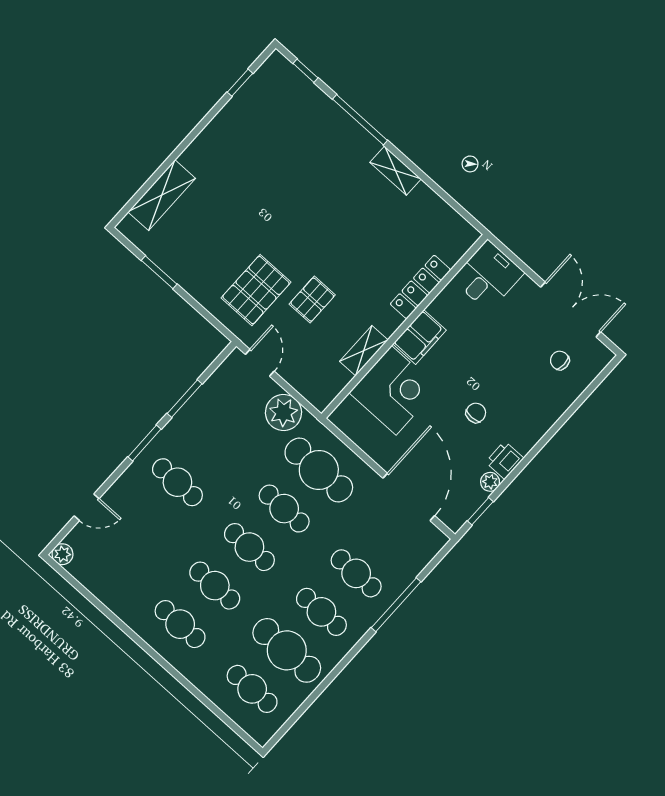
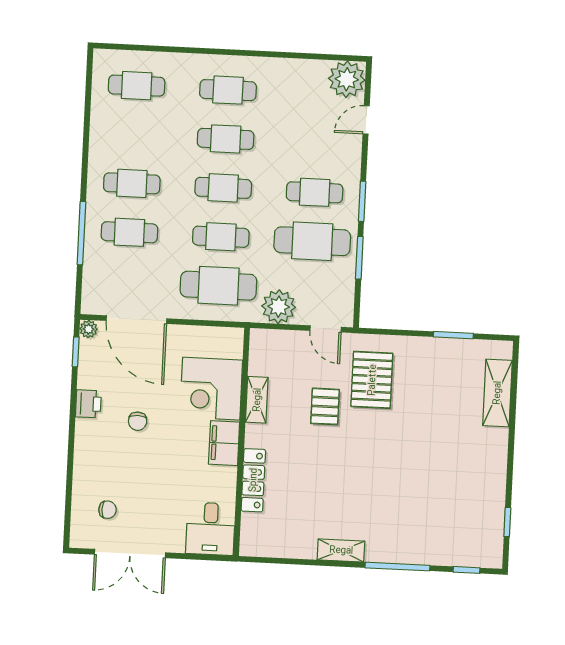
plant: (490, 482) -> (89, 329), moved
plant: (62, 554) -> (347, 79), width x1.87, depth x1.87
cafe table: (287, 650) -> (312, 241), moved

